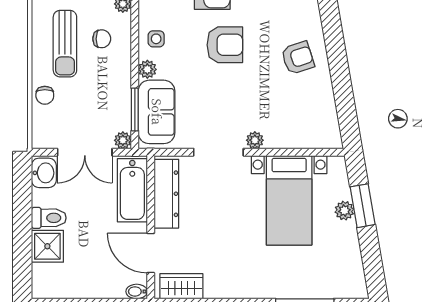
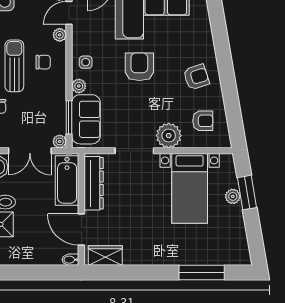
sun lounger: (65, 44) -> (14, 66), turned 180
armchair: (225, 45) -> (139, 67), turned -90
armchair: (306, 114) -> (203, 121), added
plant: (255, 140) -> (169, 136), width x1.87, depth x1.87

